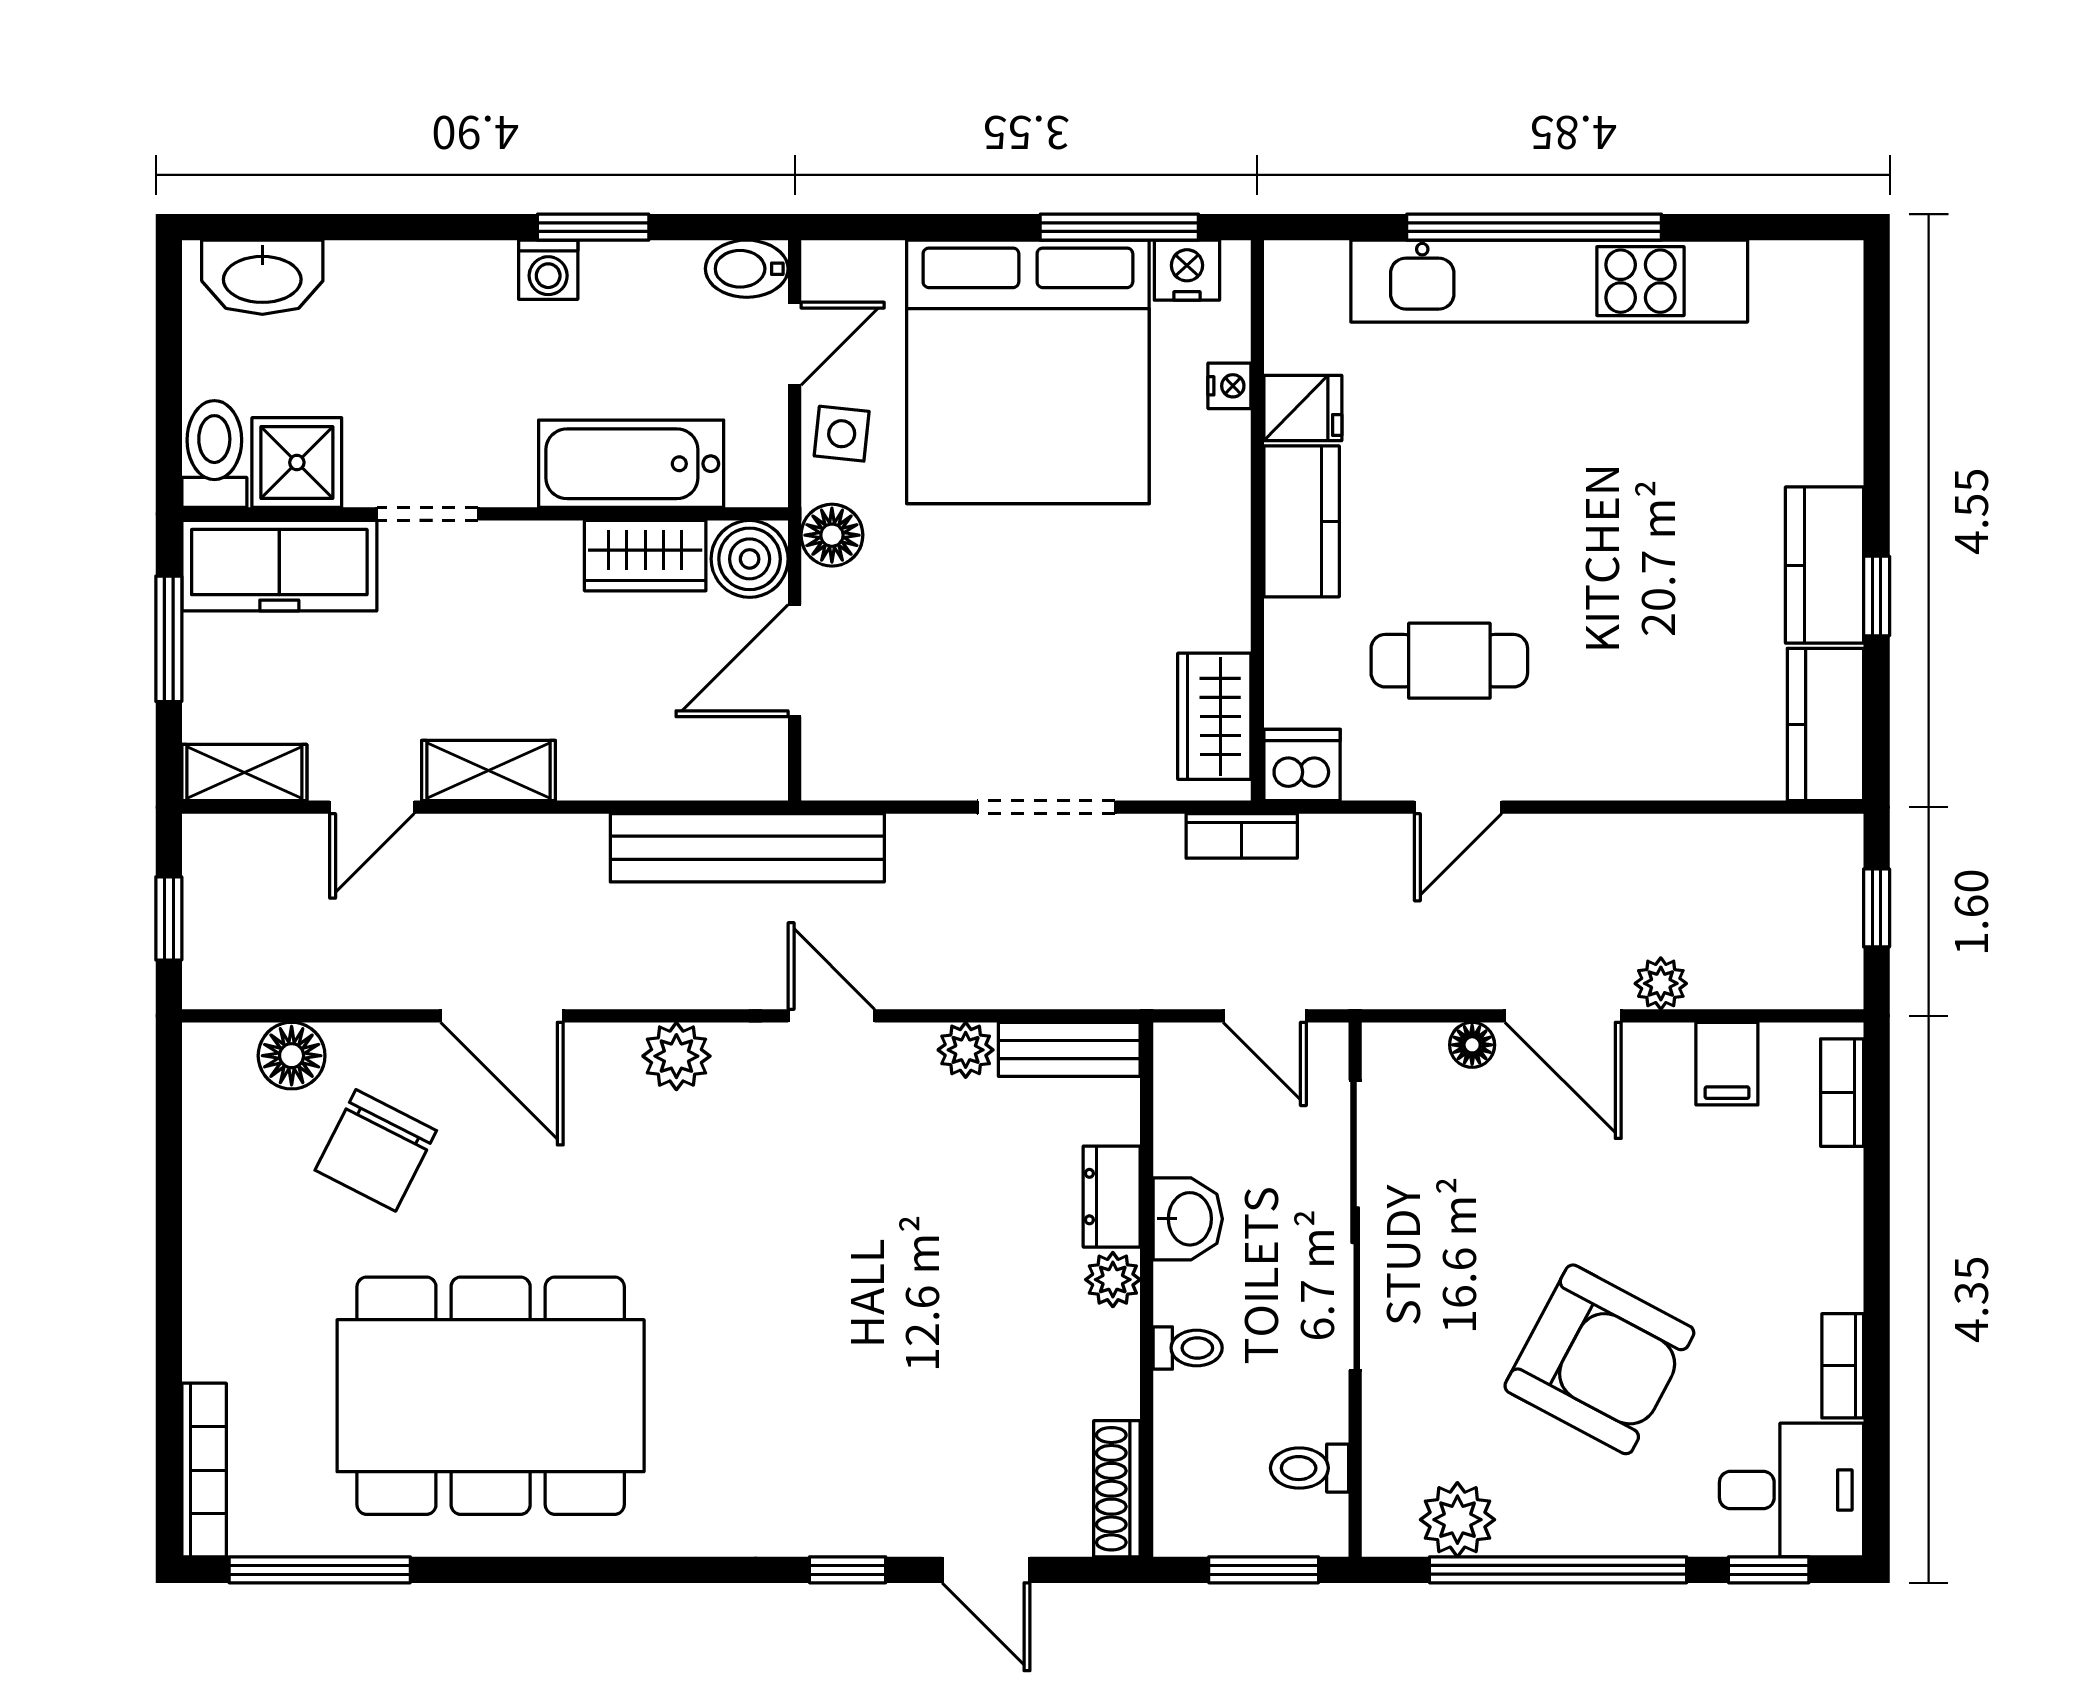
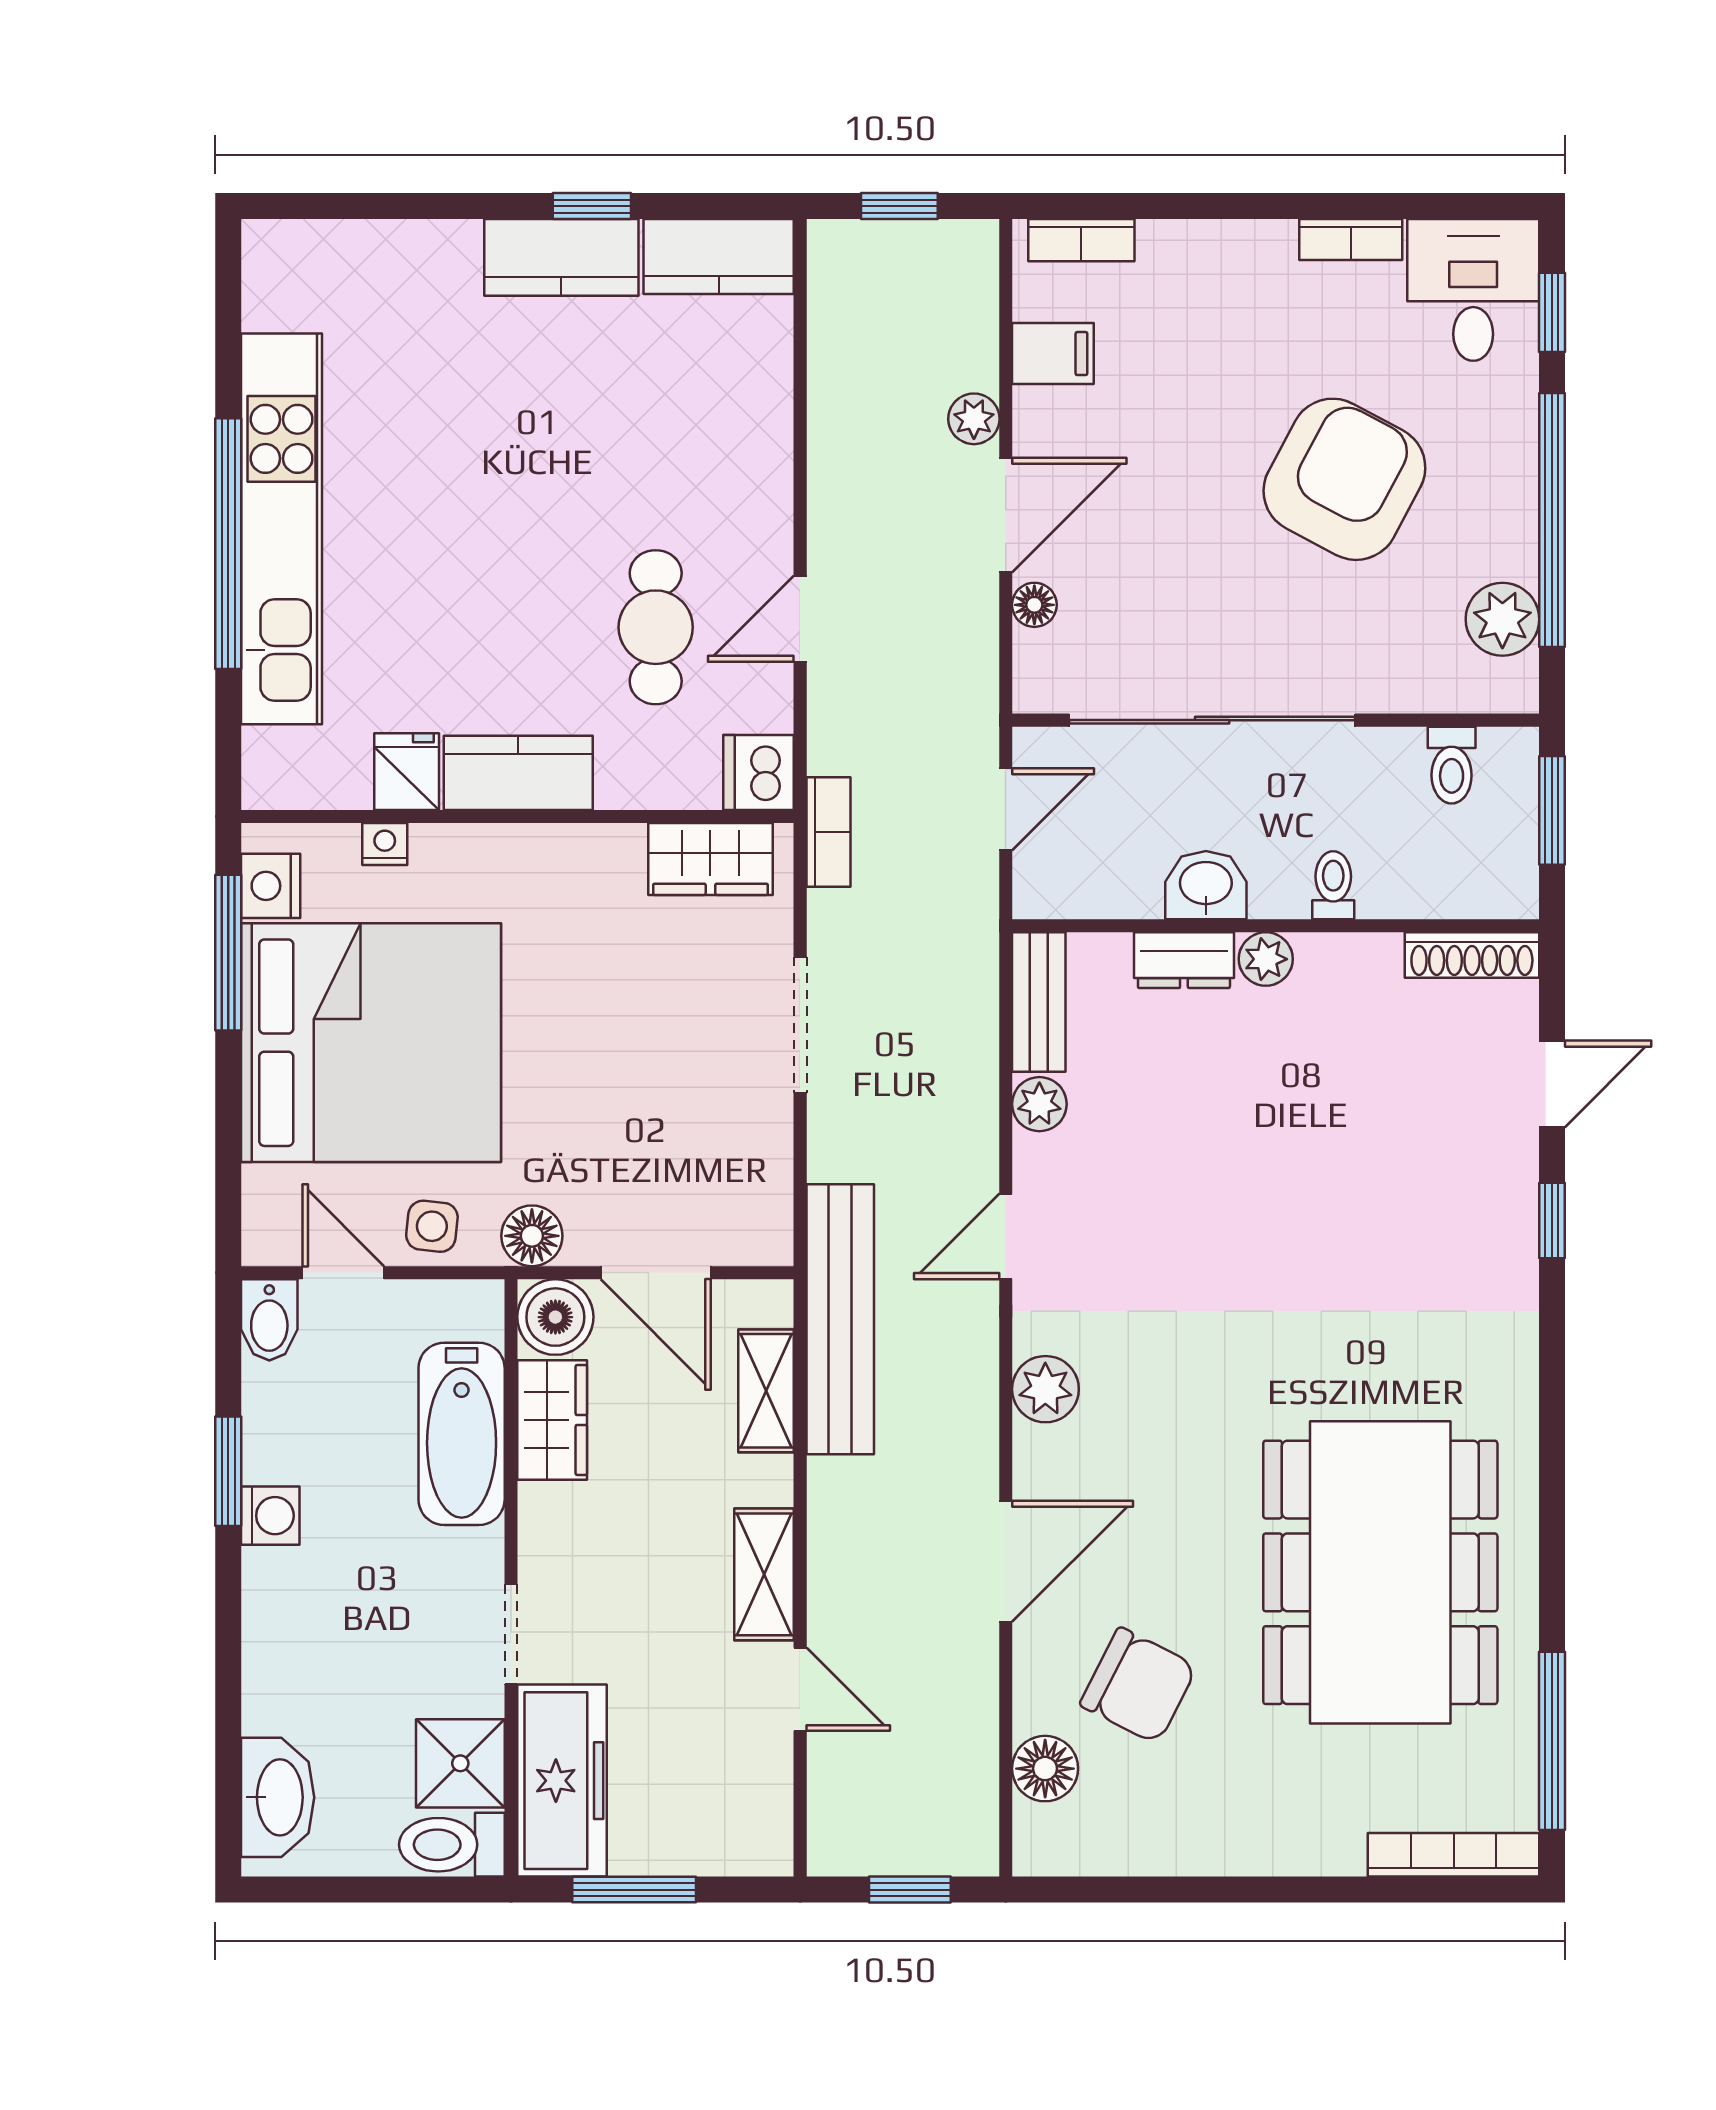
shelving: (244, 773) -> (766, 1391), moved
door: (1458, 807) -> (800, 619), swing flipped

